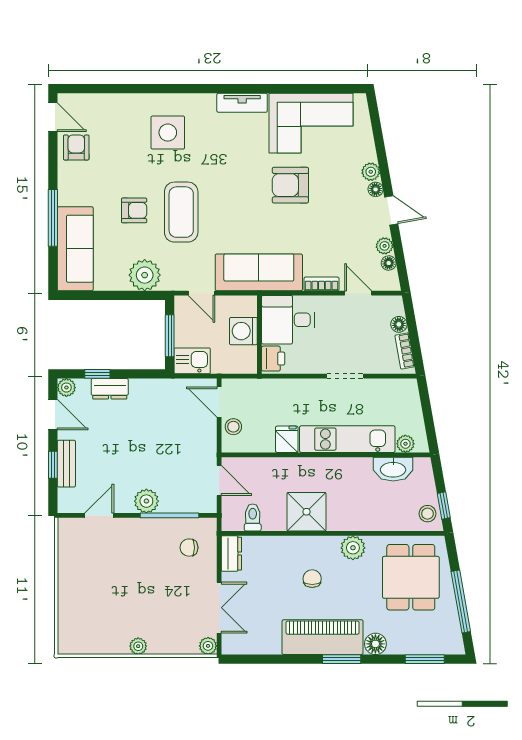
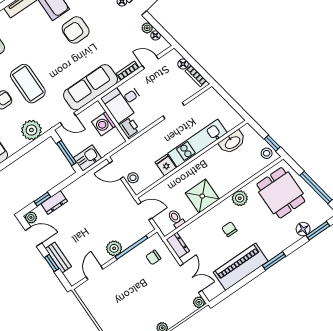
plant: (405, 444) -> (230, 124), removed
piano: (323, 637) -> (241, 267), moved
floor lamp: (375, 644) -> (303, 229), moved

